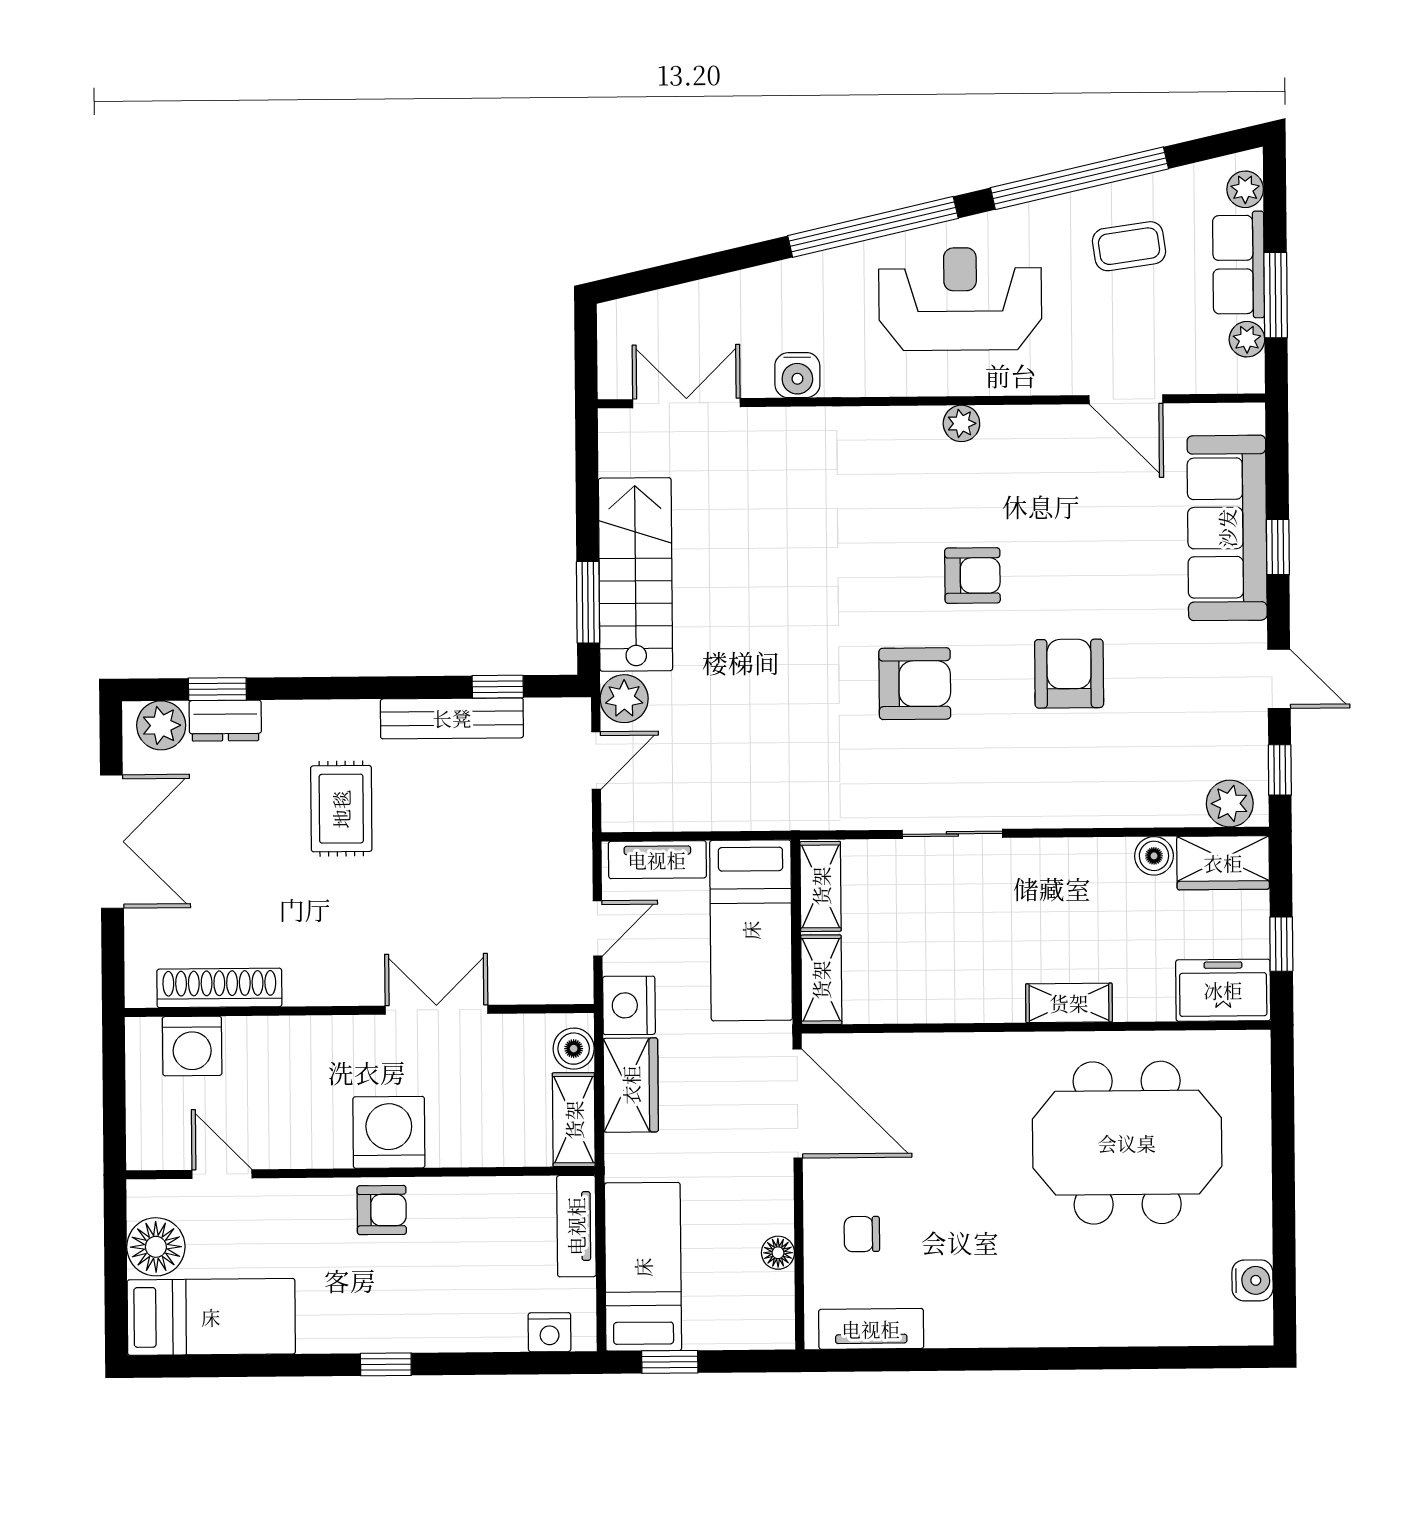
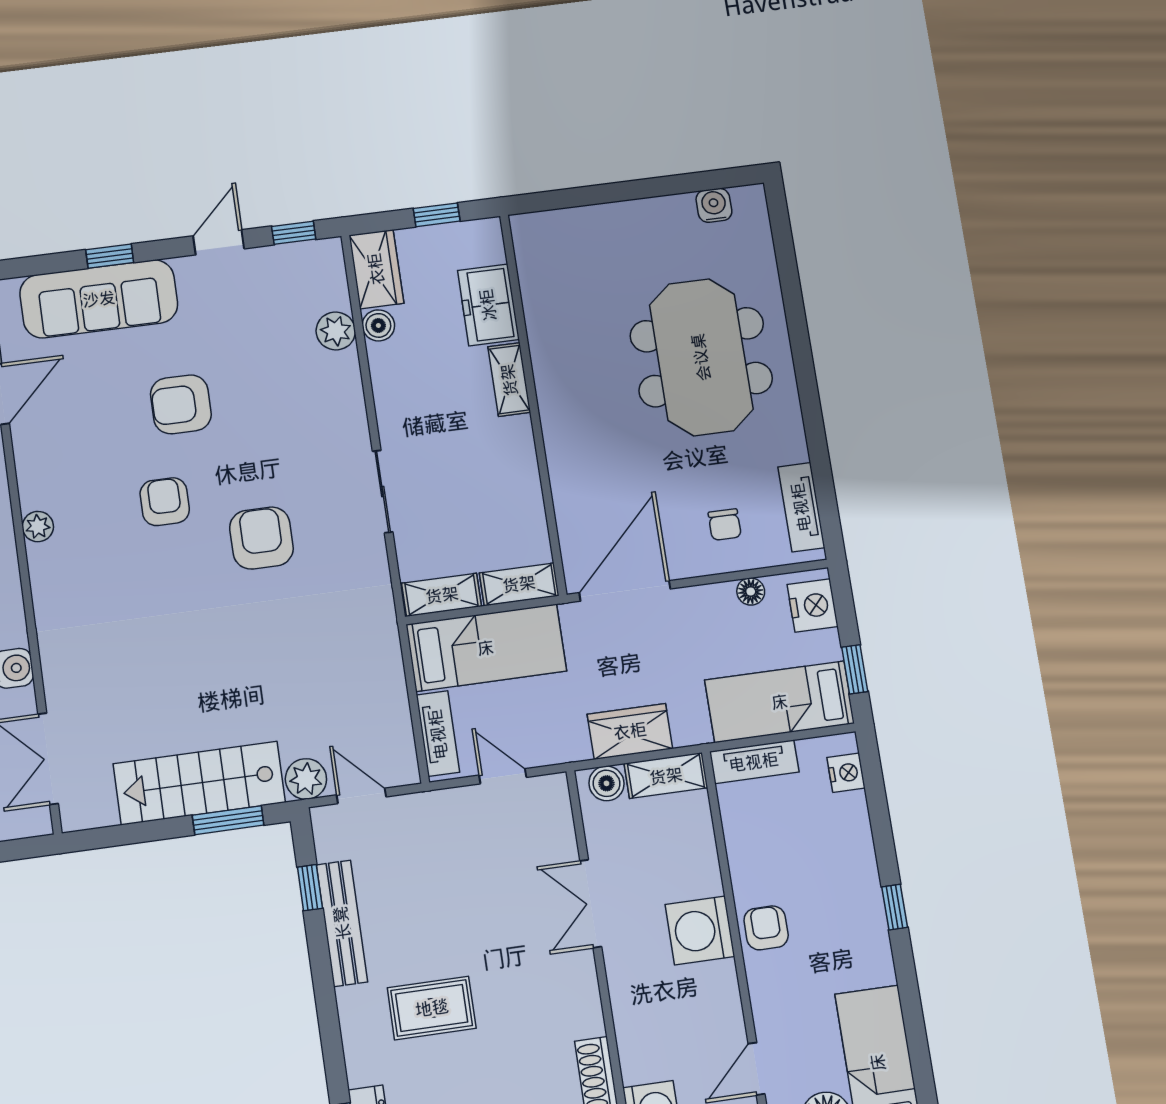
armchair: (1069, 674) -> (181, 404), moved
plant: (1230, 804) -> (336, 331), moved
freezer: (1223, 990) -> (488, 305), moved
nightstand: (629, 1005) -> (813, 606), moved, turned -90
meeting table: (1127, 1143) -> (701, 357), moved

